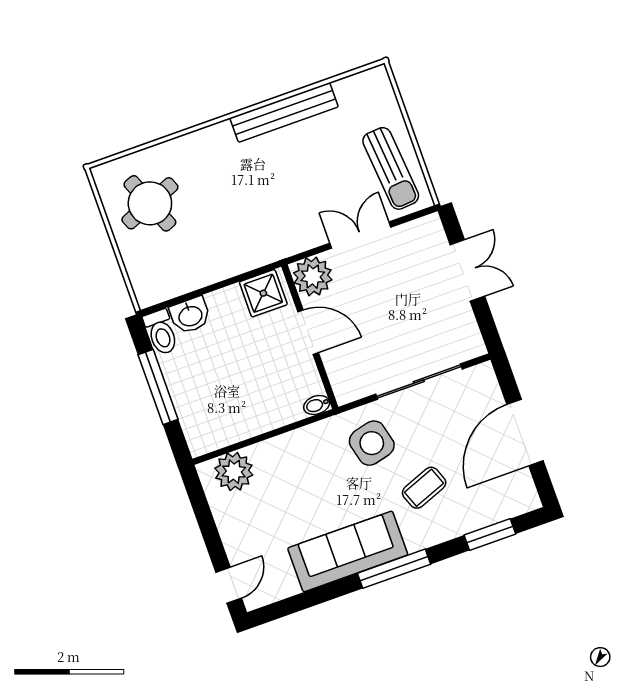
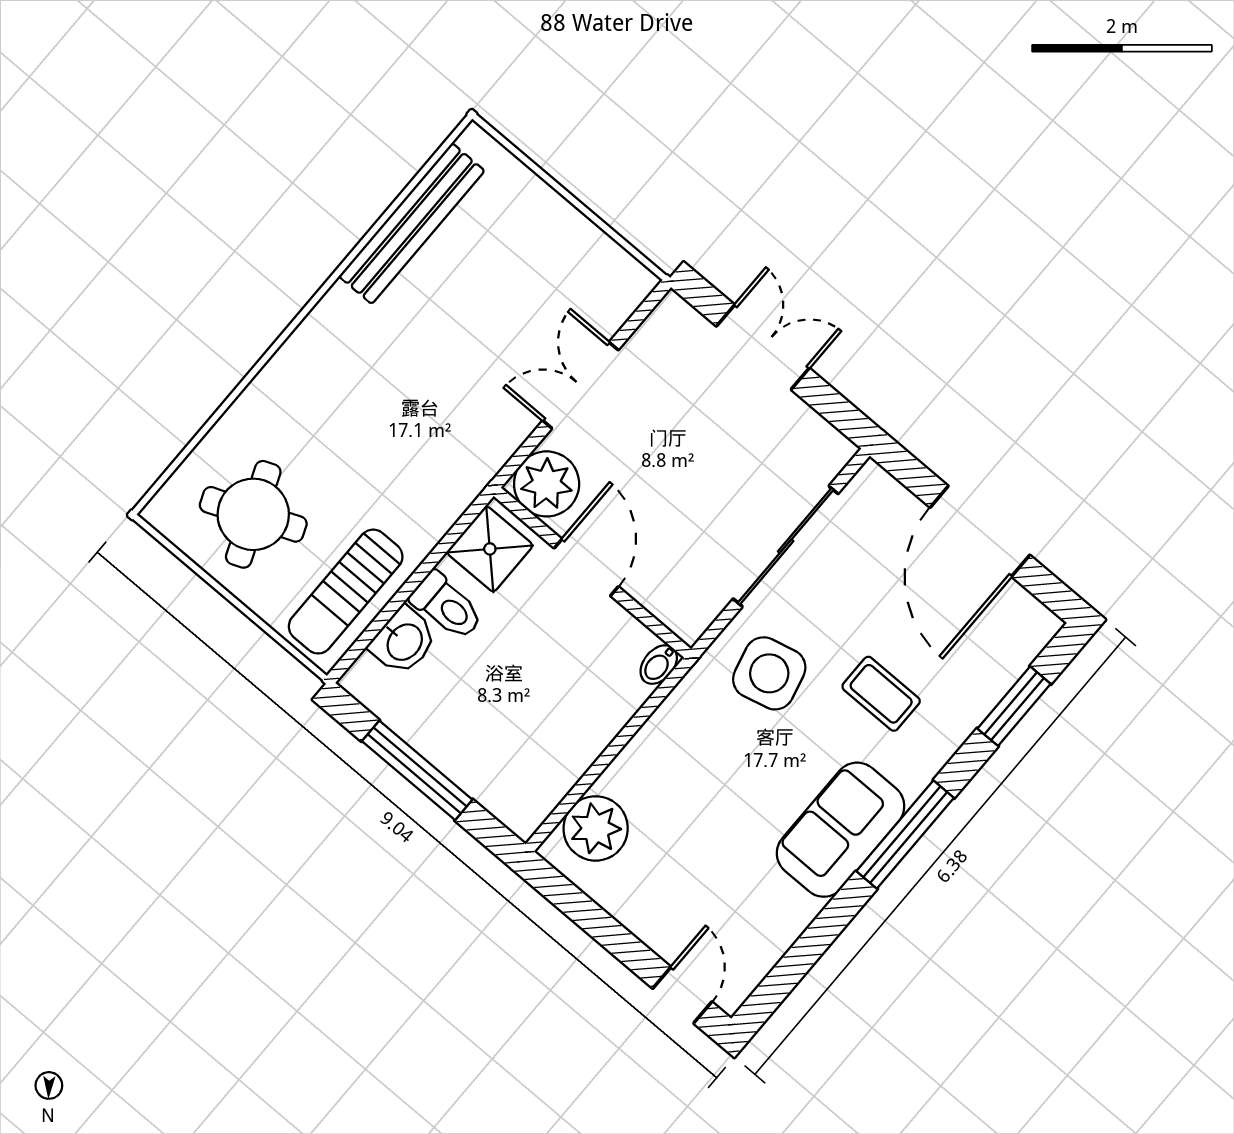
bench: (284, 112) -> (412, 223), moved
sun lounger: (391, 168) -> (346, 592), moved, turned 95
toilet: (161, 332) -> (447, 606), moved
door: (308, 332) -> (586, 567), hinge flipped
coffee table: (424, 488) -> (881, 694), turned -69
sofa: (348, 551) -> (841, 830), width x0.73

